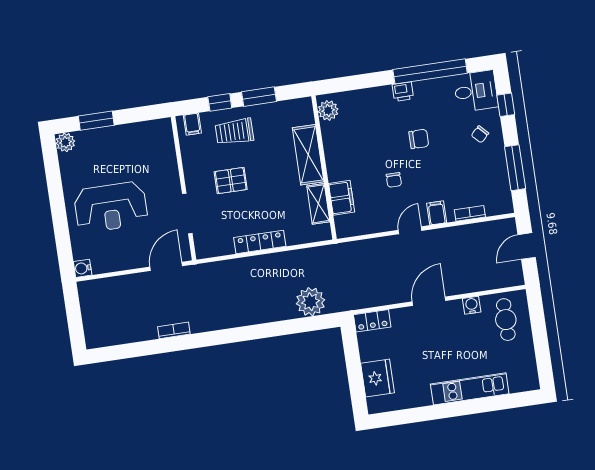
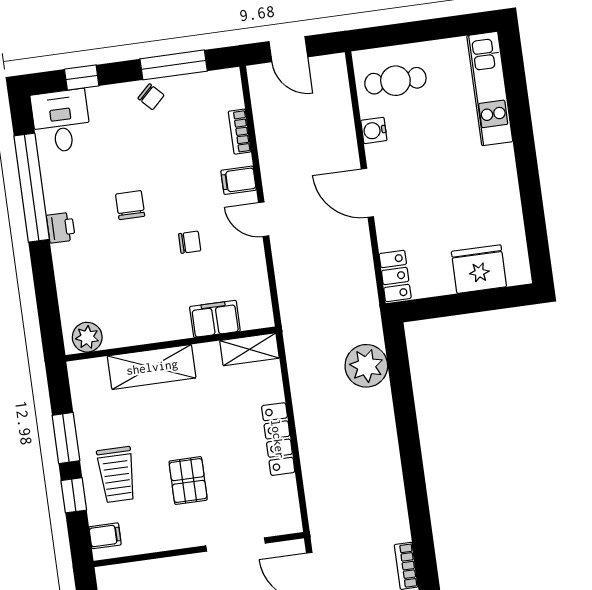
chair: (480, 134) -> (151, 97), moved
shelving: (318, 204) -> (249, 349), moved
kitchen unit: (470, 389) -> (490, 89), moved

